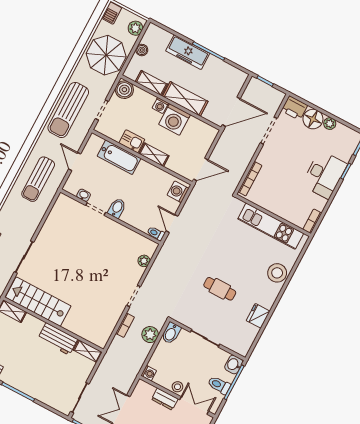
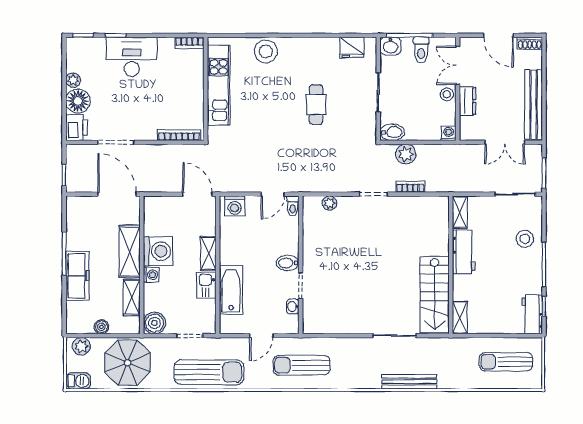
sun lounger: (38, 179) -> (301, 365), turned 180
fridge: (258, 316) -> (352, 47), moved
stool: (44, 388) -> (525, 239), added

